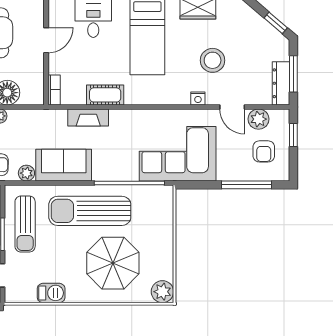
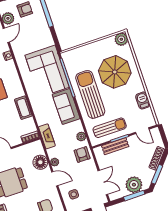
fireplace: (88, 117) -> (47, 136), moved
corner sofa: (178, 154) -> (47, 71), moved
sofa: (64, 165) -> (66, 106), moved
sun lounger: (90, 211) -> (90, 94), turned 180

